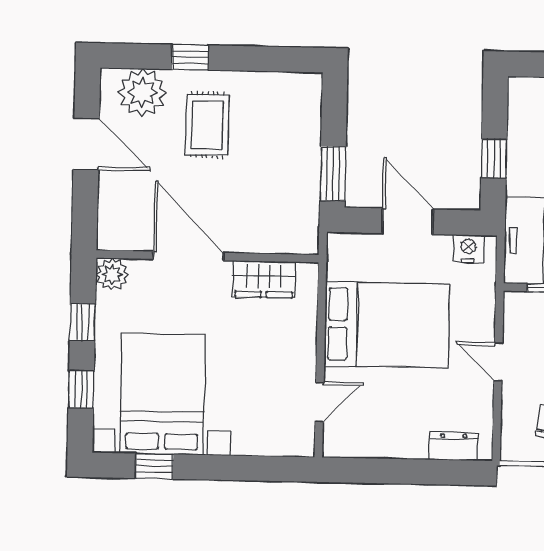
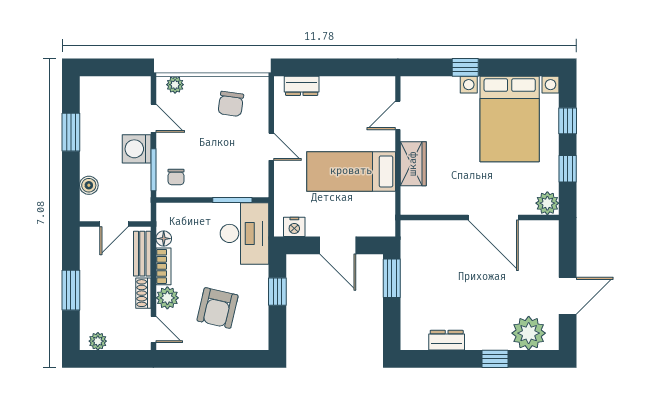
dresser: (258, 85) -> (447, 340), added
rug: (207, 125) -> (482, 311), removed
door: (86, 144) -> (568, 296), swing flipped
wardrobe: (264, 279) -> (413, 164), moved, turned 90
bed: (387, 325) -> (351, 171), width x0.67
window: (154, 466) -> (465, 67), moved

